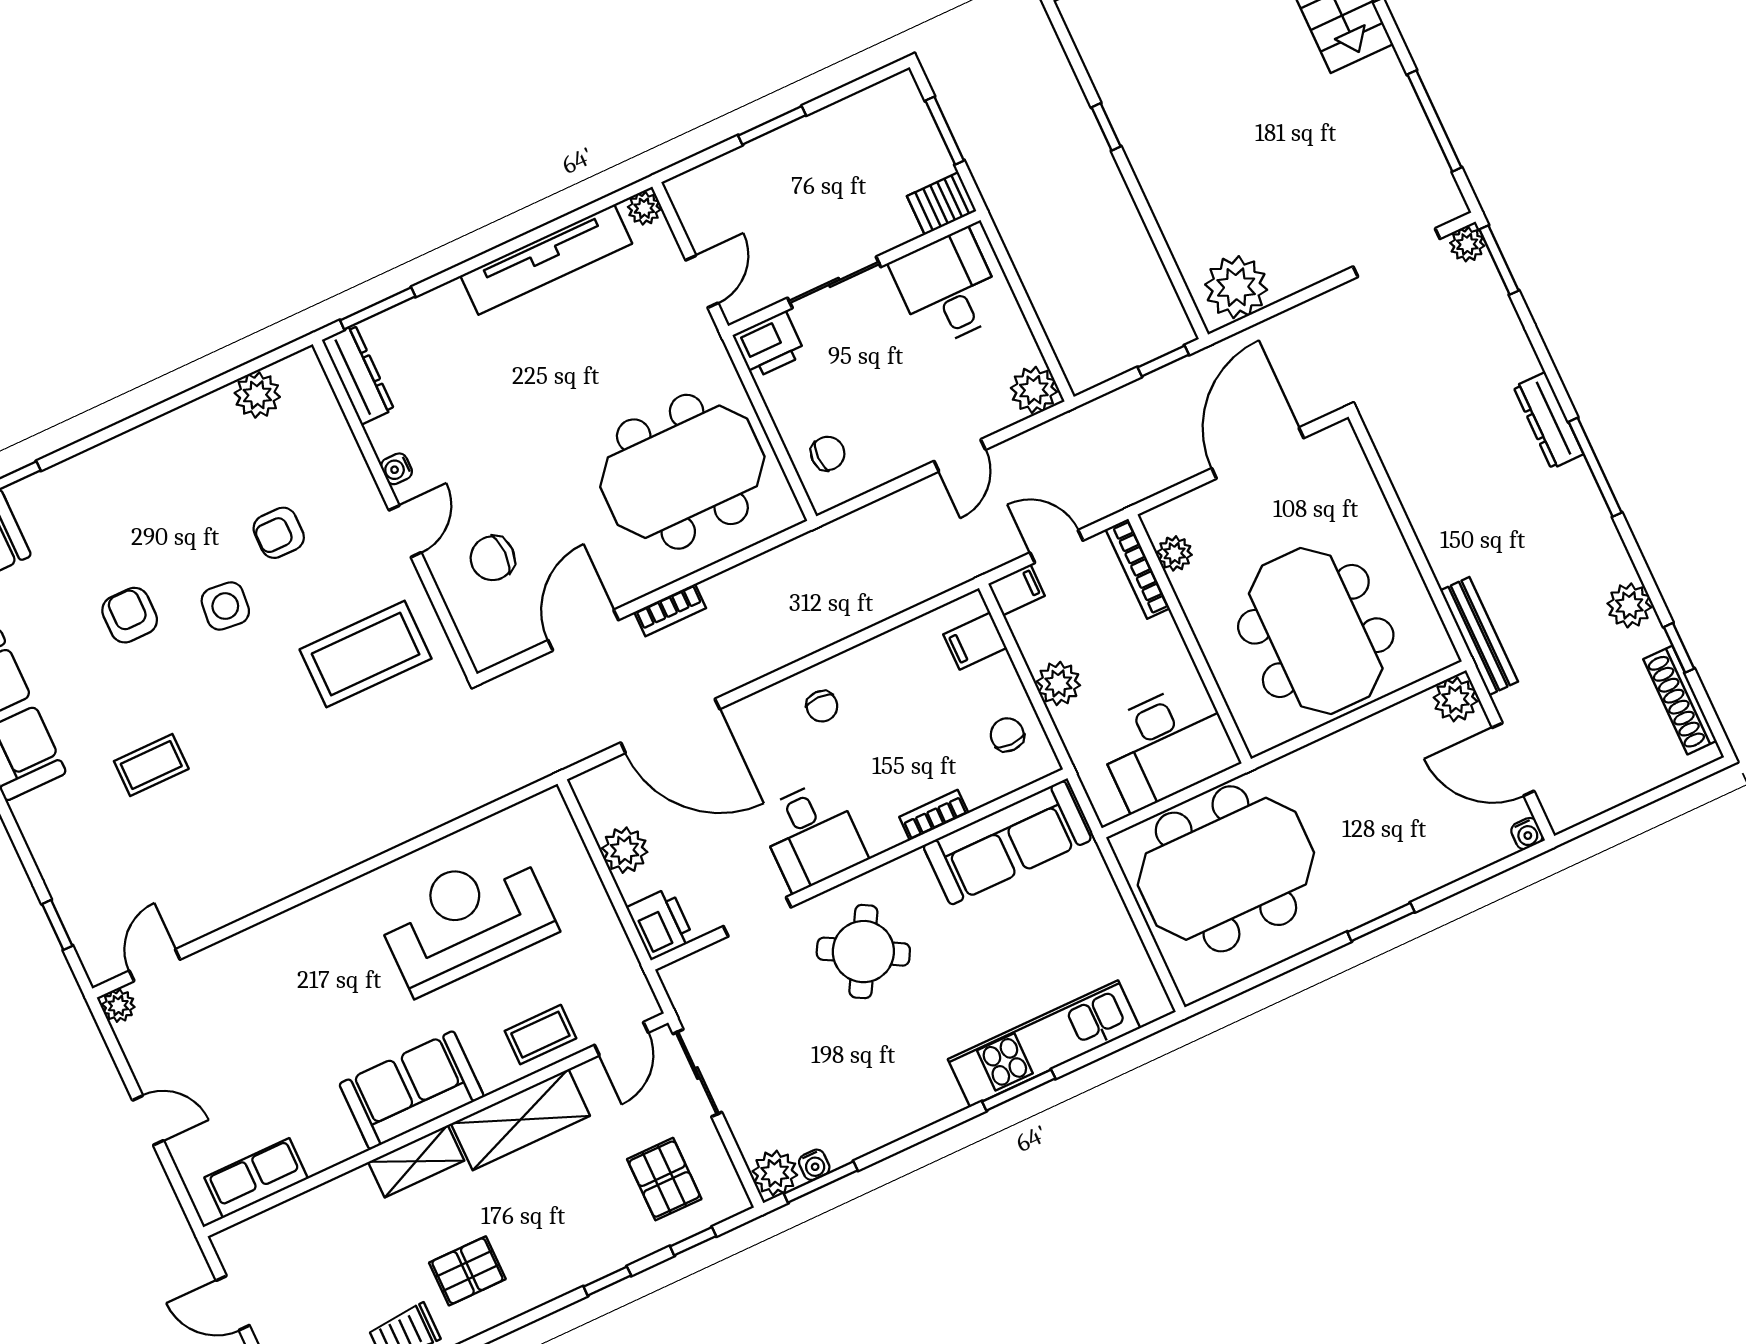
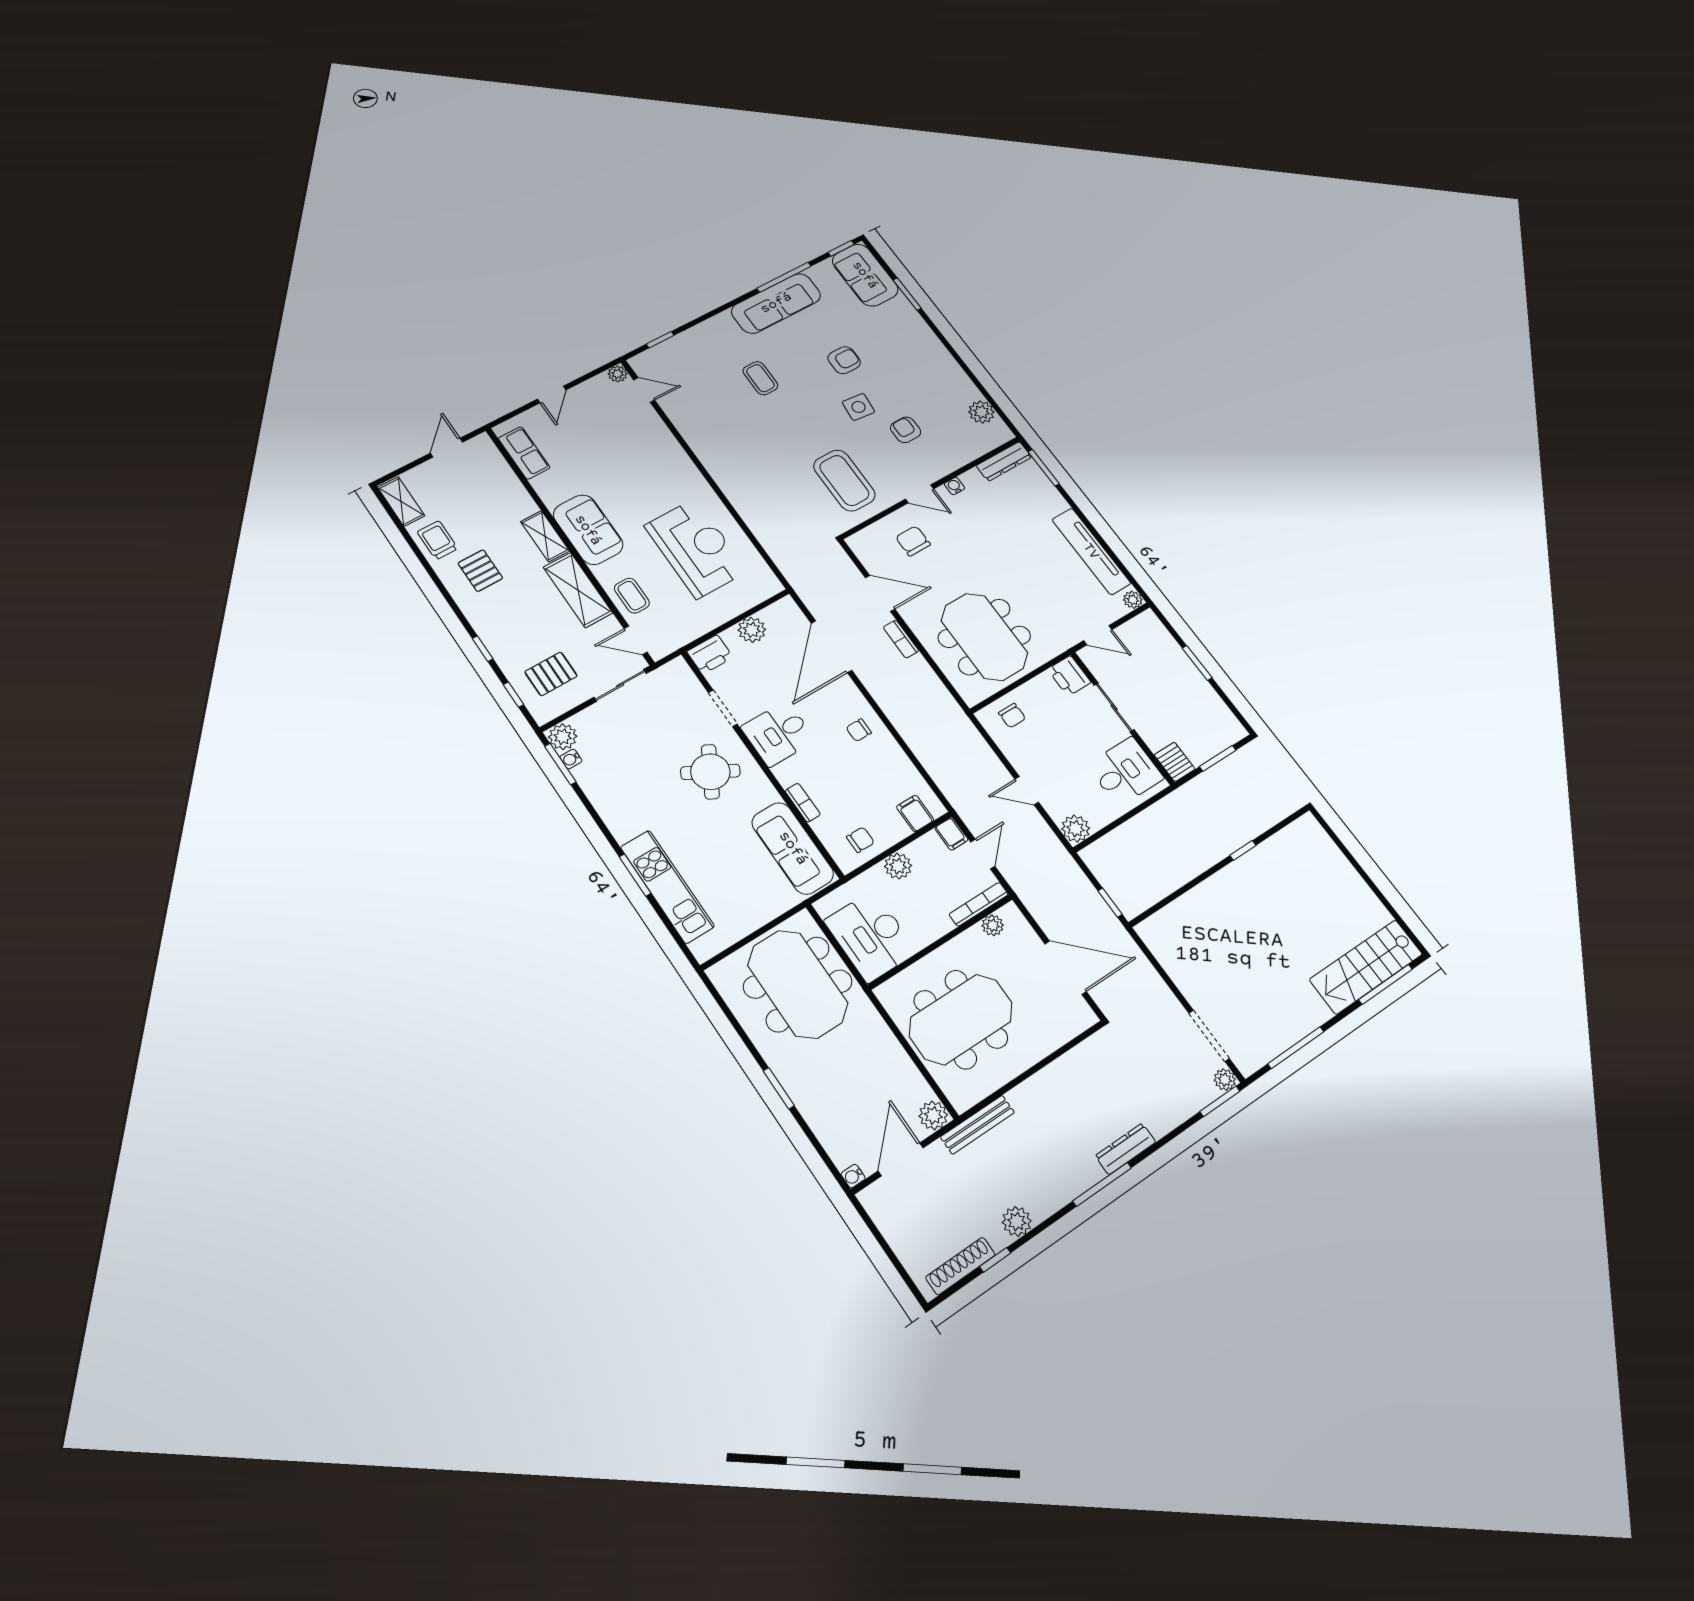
plant: (1236, 287) -> (1165, 940), removed

